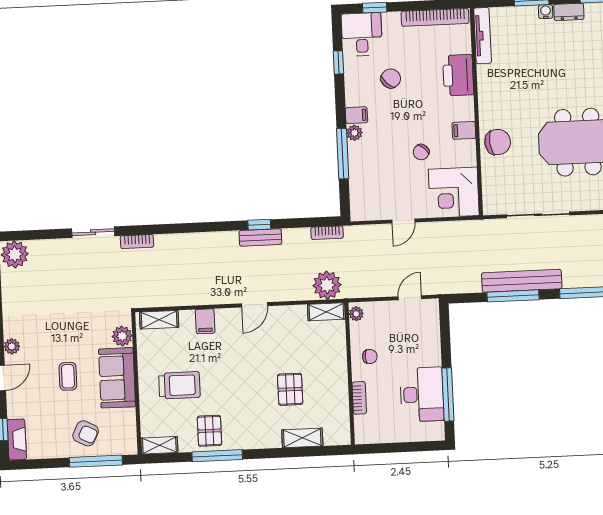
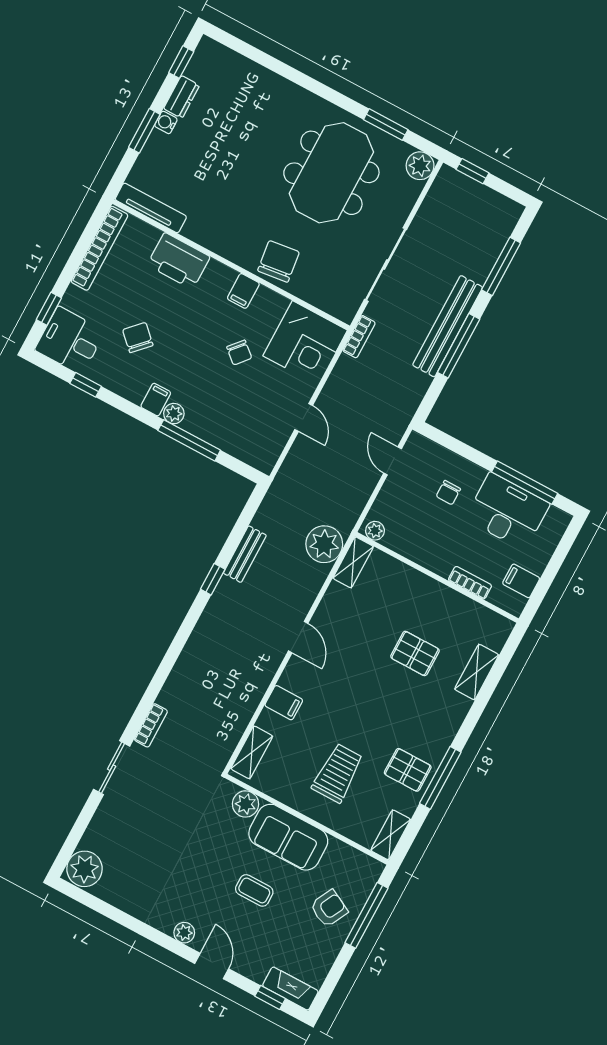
bookcase: (327, 233) -> (359, 337), moved
bench: (260, 237) -> (245, 554), moved
chair: (370, 356) -> (448, 493), moved, turned 180
filing cabinet: (381, 431) -> (521, 581), added

